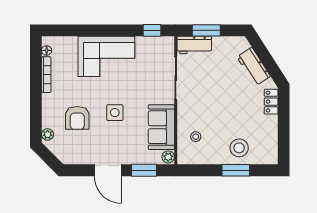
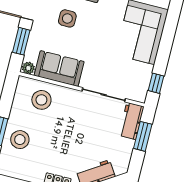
side table: (115, 113) -> (67, 18), moved
stool: (196, 137) -> (41, 100), width x1.89, depth x1.89

